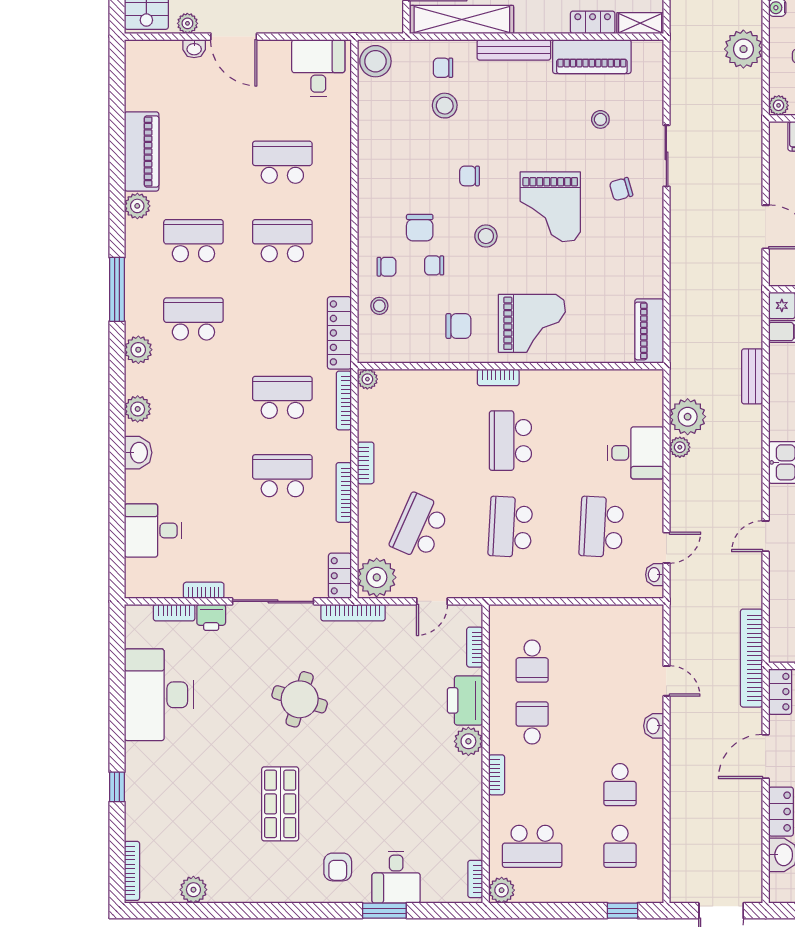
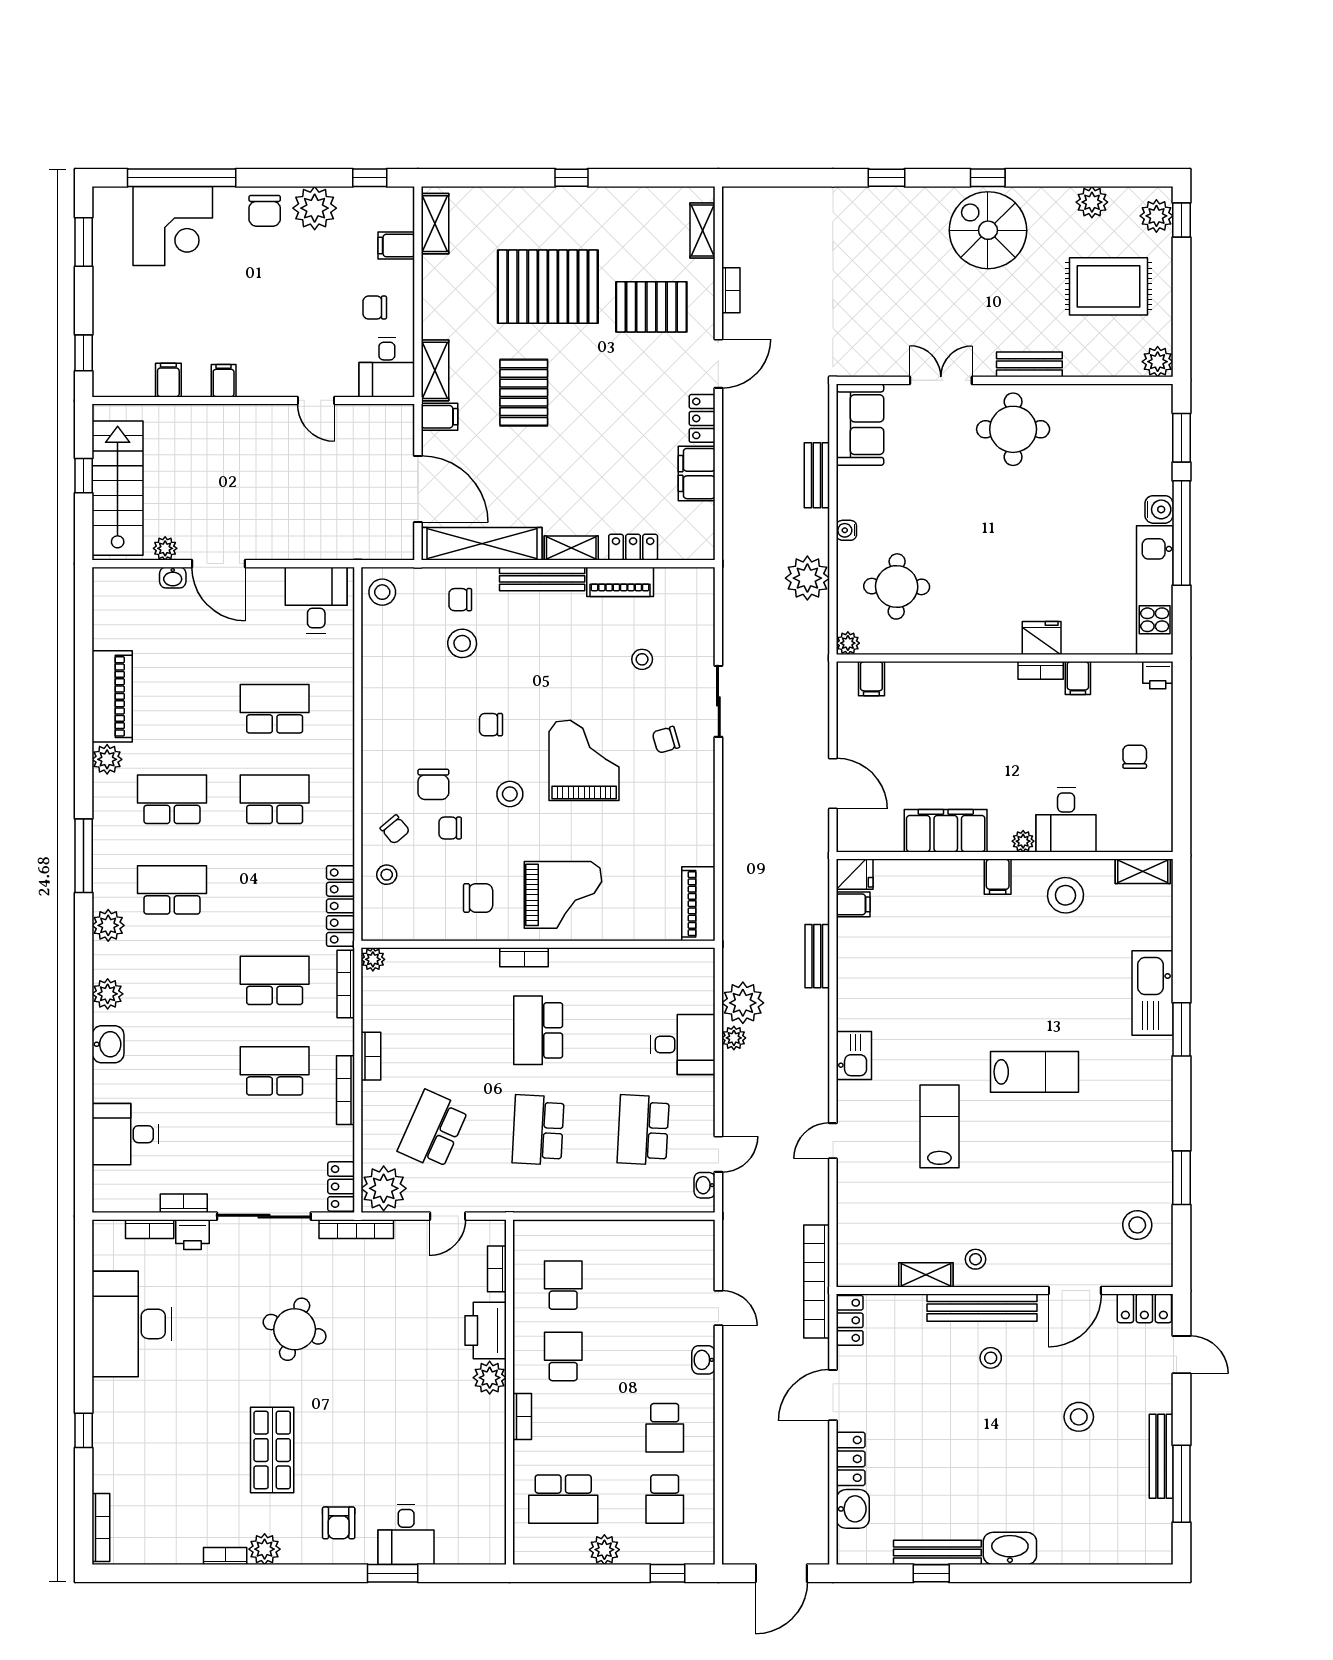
shelving: (640, 23) -> (571, 548), moved
piano: (592, 57) -> (620, 582), width x0.73, depth x0.75
stool: (375, 61) -> (382, 592), width x0.73, depth x0.73
grand piano: (550, 207) -> (584, 760), turned 180
chair: (386, 267) -> (395, 829), turned 50
school desk: (532, 661) -> (563, 1285), turned 180
bookcase: (475, 879) -> (225, 1556), moved, turned 90
plant: (193, 890) -> (265, 1549), moved
plant: (502, 890) -> (604, 1550), moved

